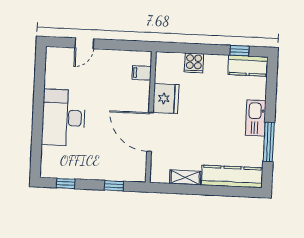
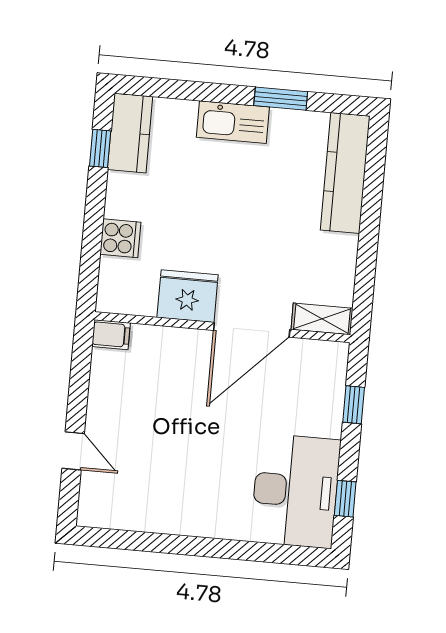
filing cabinet: (142, 73) -> (111, 335), moved, turned -90
desk: (63, 118) -> (295, 491), moved, turned -90
window: (269, 142) -> (281, 99), width x0.69
shelving: (185, 177) -> (322, 319), moved, turned 90

